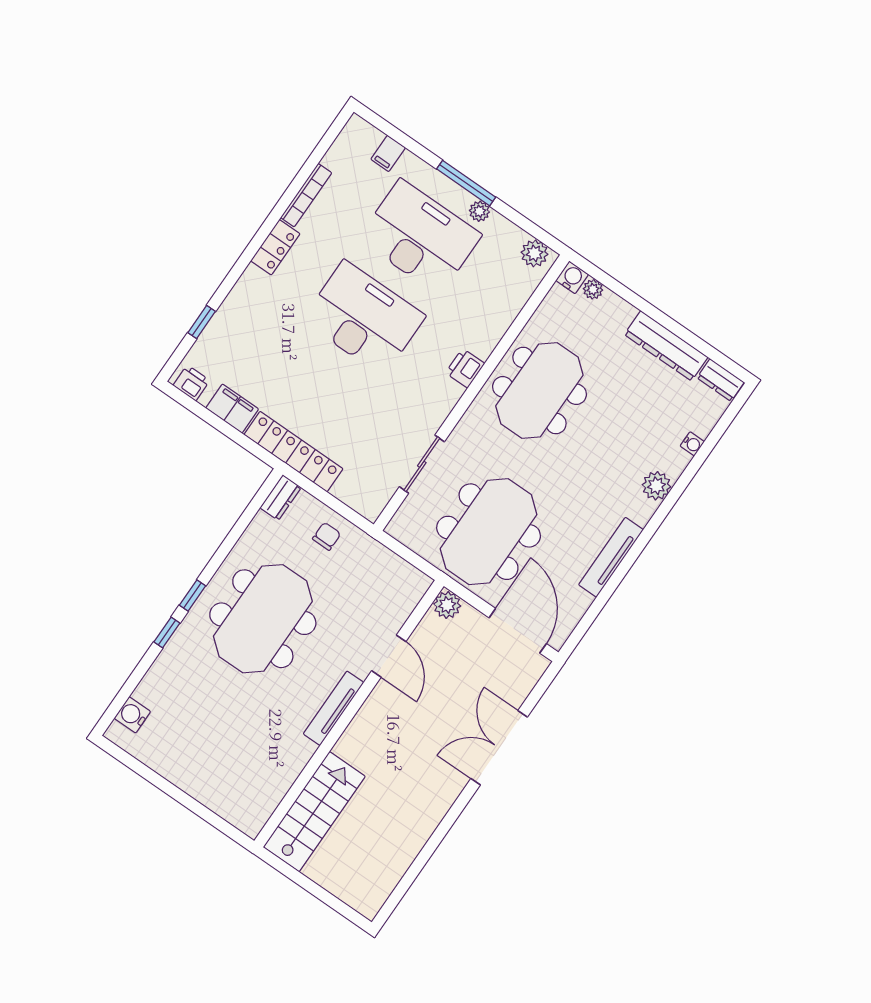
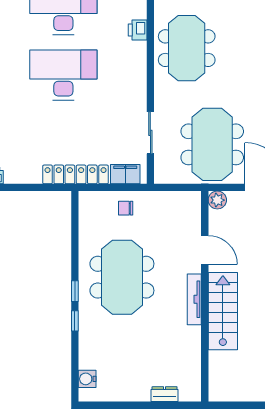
printer: (465, 368) -> (138, 30), moved
filing cabinet: (232, 409) -> (125, 174), moved
dresser: (281, 498) -> (165, 394), moved, turned -90
chair: (327, 536) -> (126, 208), turned -90
stairs: (314, 812) -> (223, 311), moved

